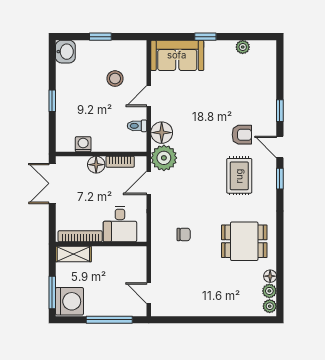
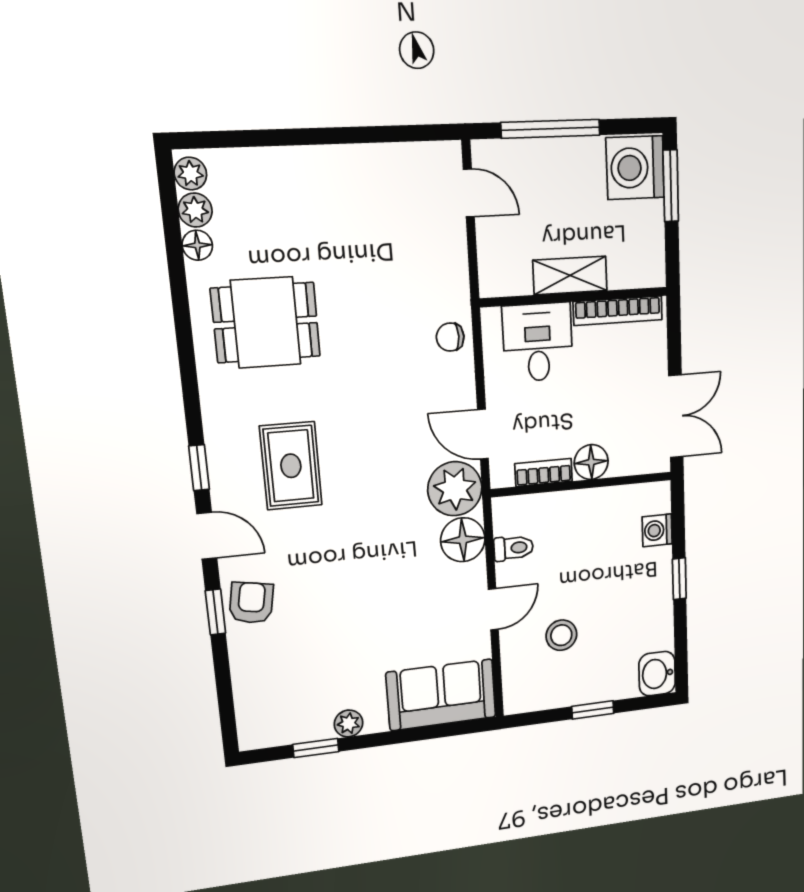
window: (205, 37) -> (316, 748), moved
plant: (243, 47) -> (349, 723), moved
armchair: (242, 135) -> (251, 603), moved, turned 100
washing machine: (83, 144) -> (657, 530), moved, turned 90
door: (149, 183) -> (483, 434), swing flipped
chair: (184, 234) -> (450, 337), moved
shelving: (73, 254) -> (570, 275), moved

